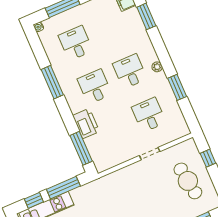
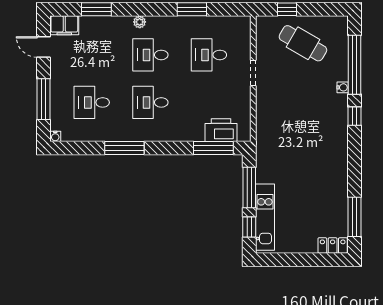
plant: (157, 67) -> (140, 22), moved
printer: (86, 123) -> (221, 130), moved
cafe table: (188, 181) -> (303, 43), turned 38

